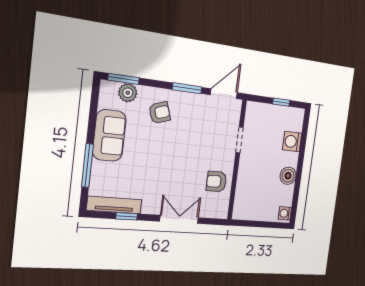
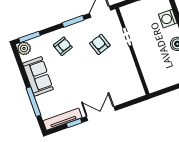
plant: (128, 93) -> (24, 48), moved
armchair: (216, 182) -> (100, 44), moved, turned 71
double door: (179, 219) -> (101, 114), moved

